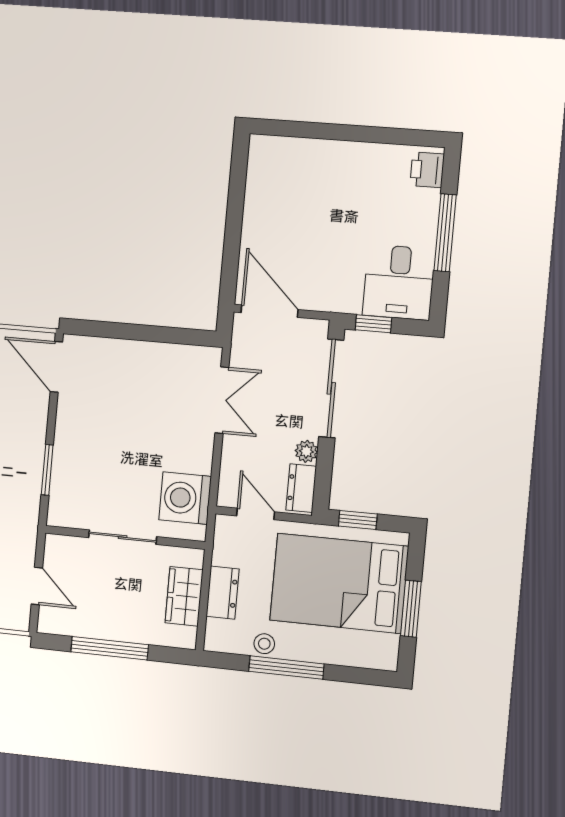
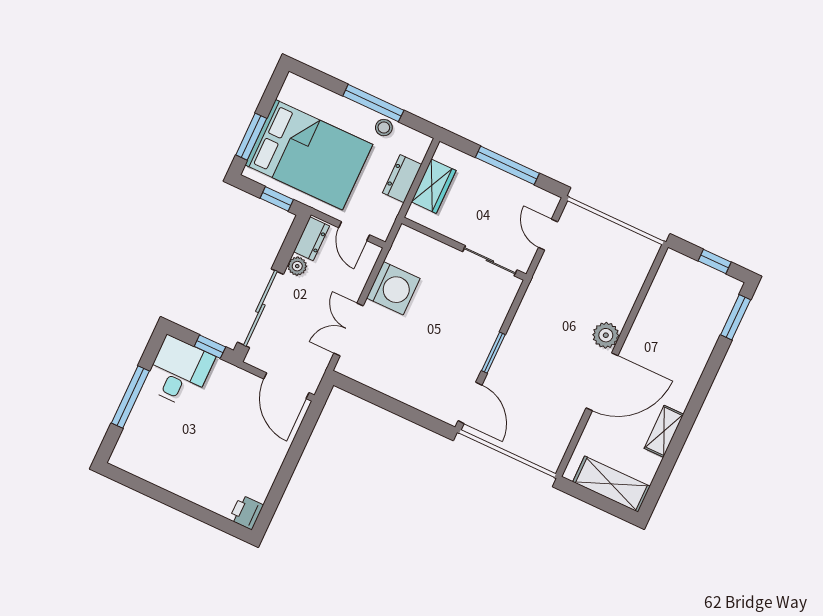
printer: (427, 170) -> (246, 512), moved, turned 180
window: (47, 470) -> (493, 353), moved
washing machine: (185, 498) -> (393, 288), moved
sliding door: (123, 537) -> (490, 261), moved
window: (411, 609) -> (251, 137), moved

